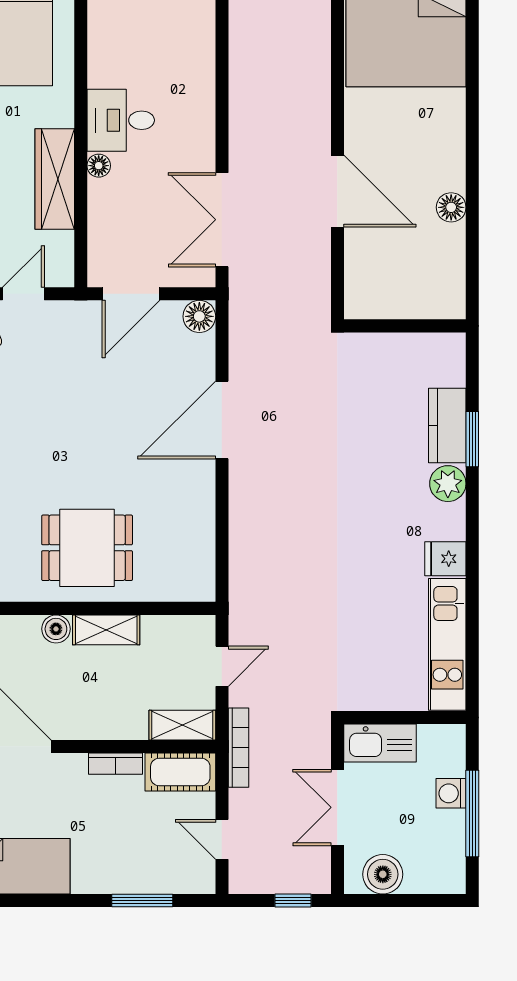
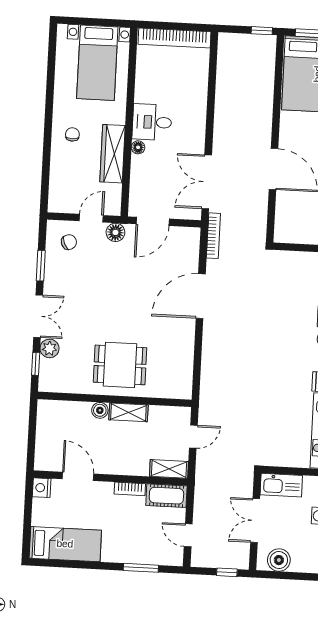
floor lamp: (199, 316) -> (115, 232), moved
bookcase: (239, 748) -> (213, 236), moved

